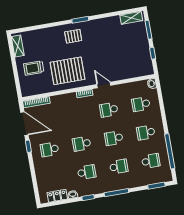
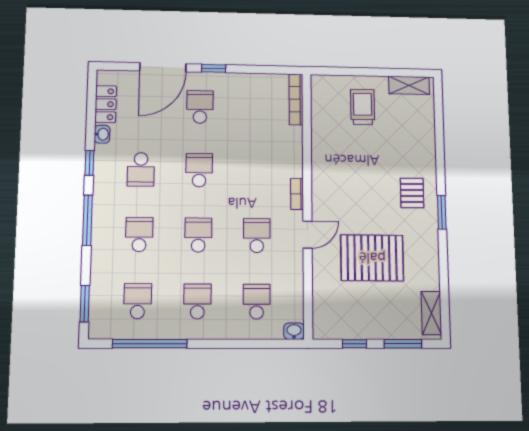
pallet: (68, 71) -> (372, 258), moved, turned 90
door: (24, 124) -> (163, 67), moved
school desk: (151, 161) -> (138, 301), turned 180
school desk: (119, 167) -> (139, 234), turned 180

